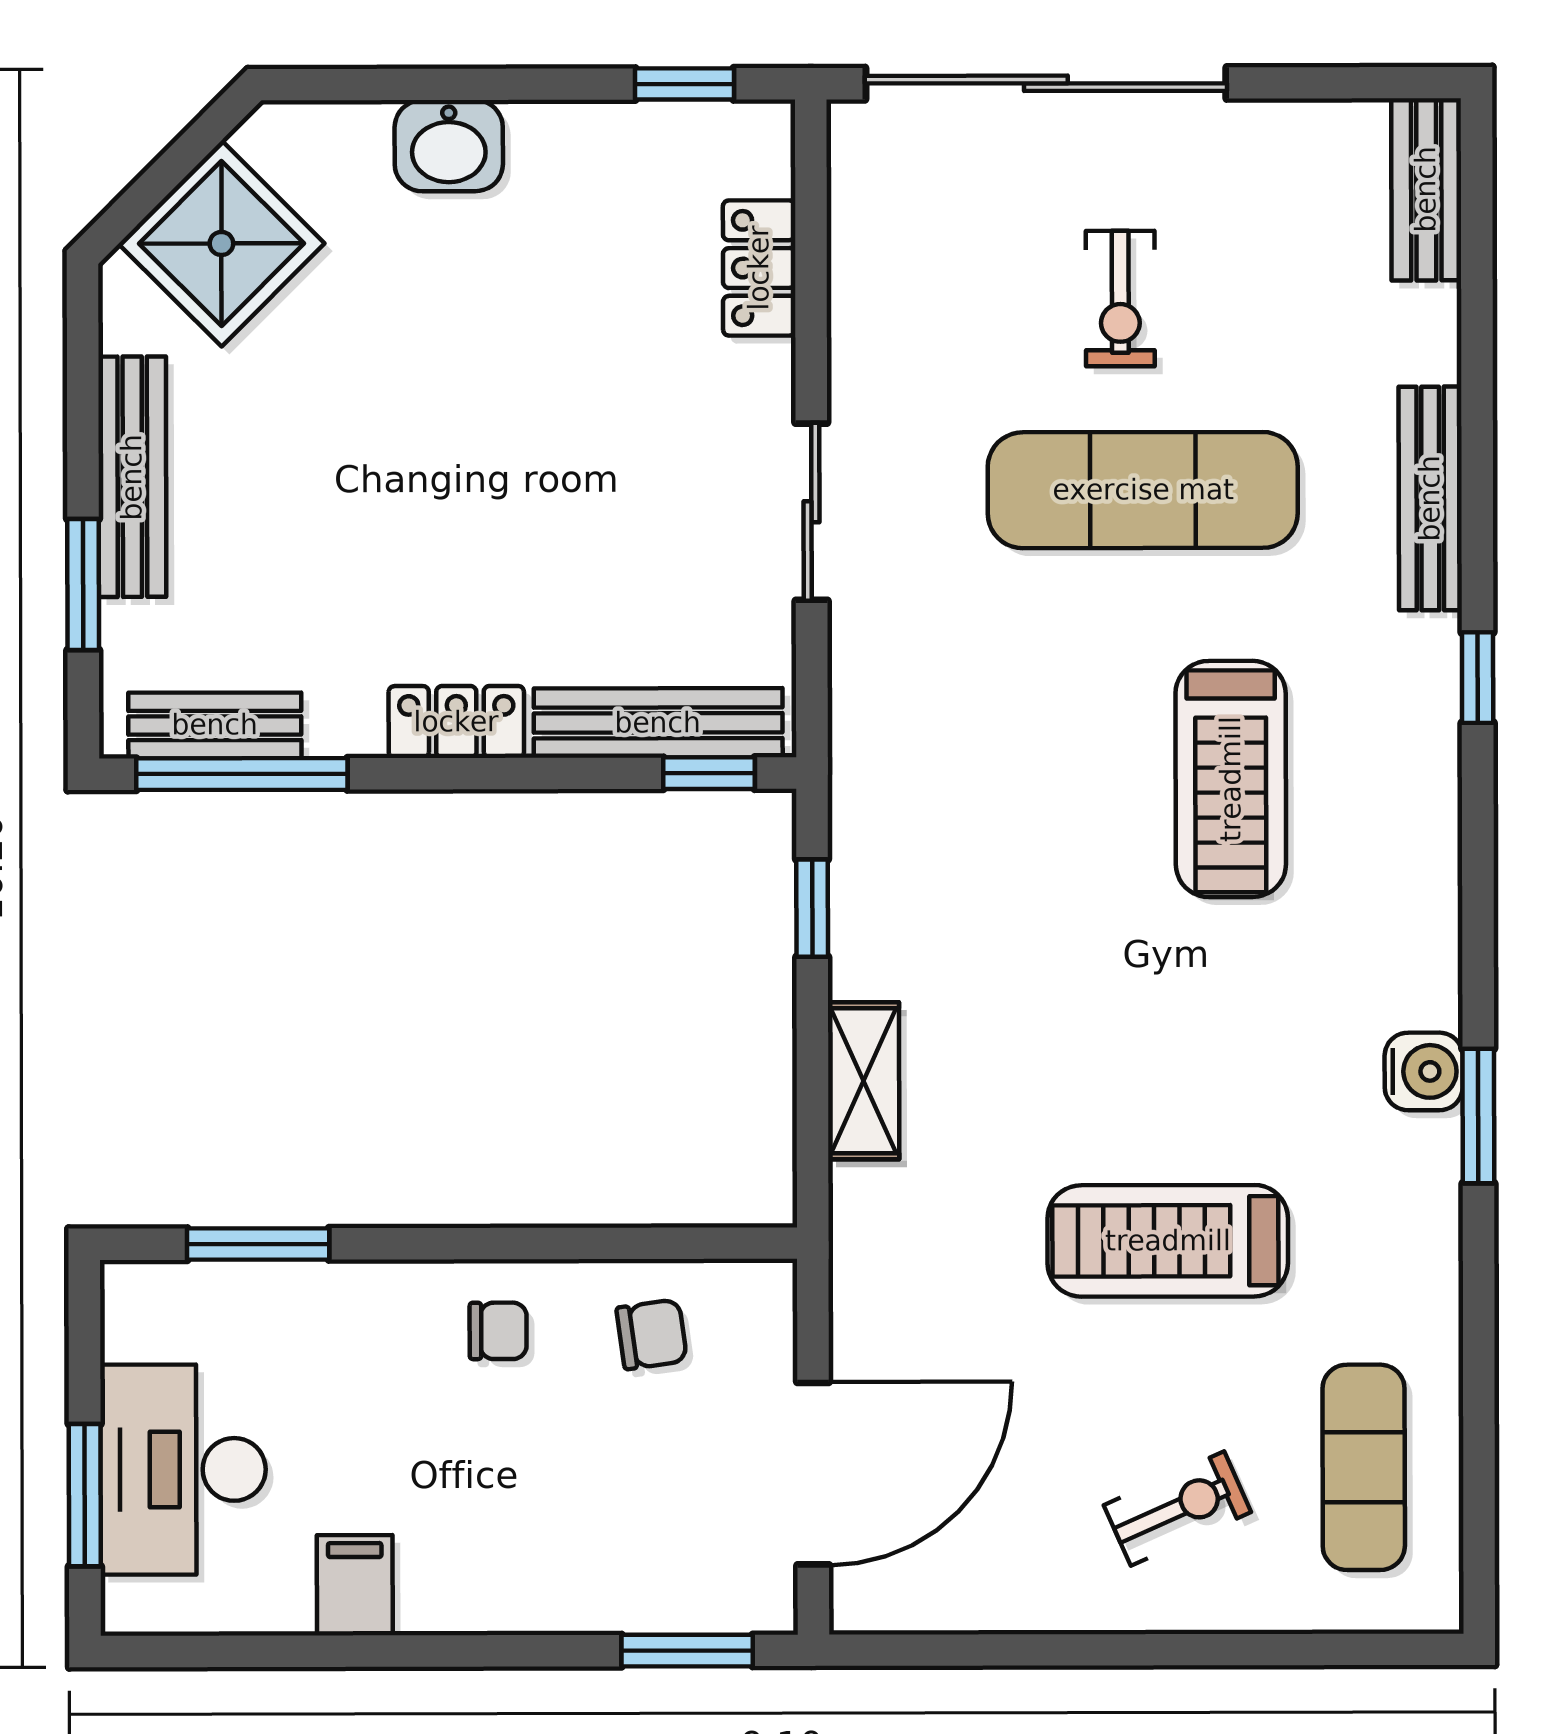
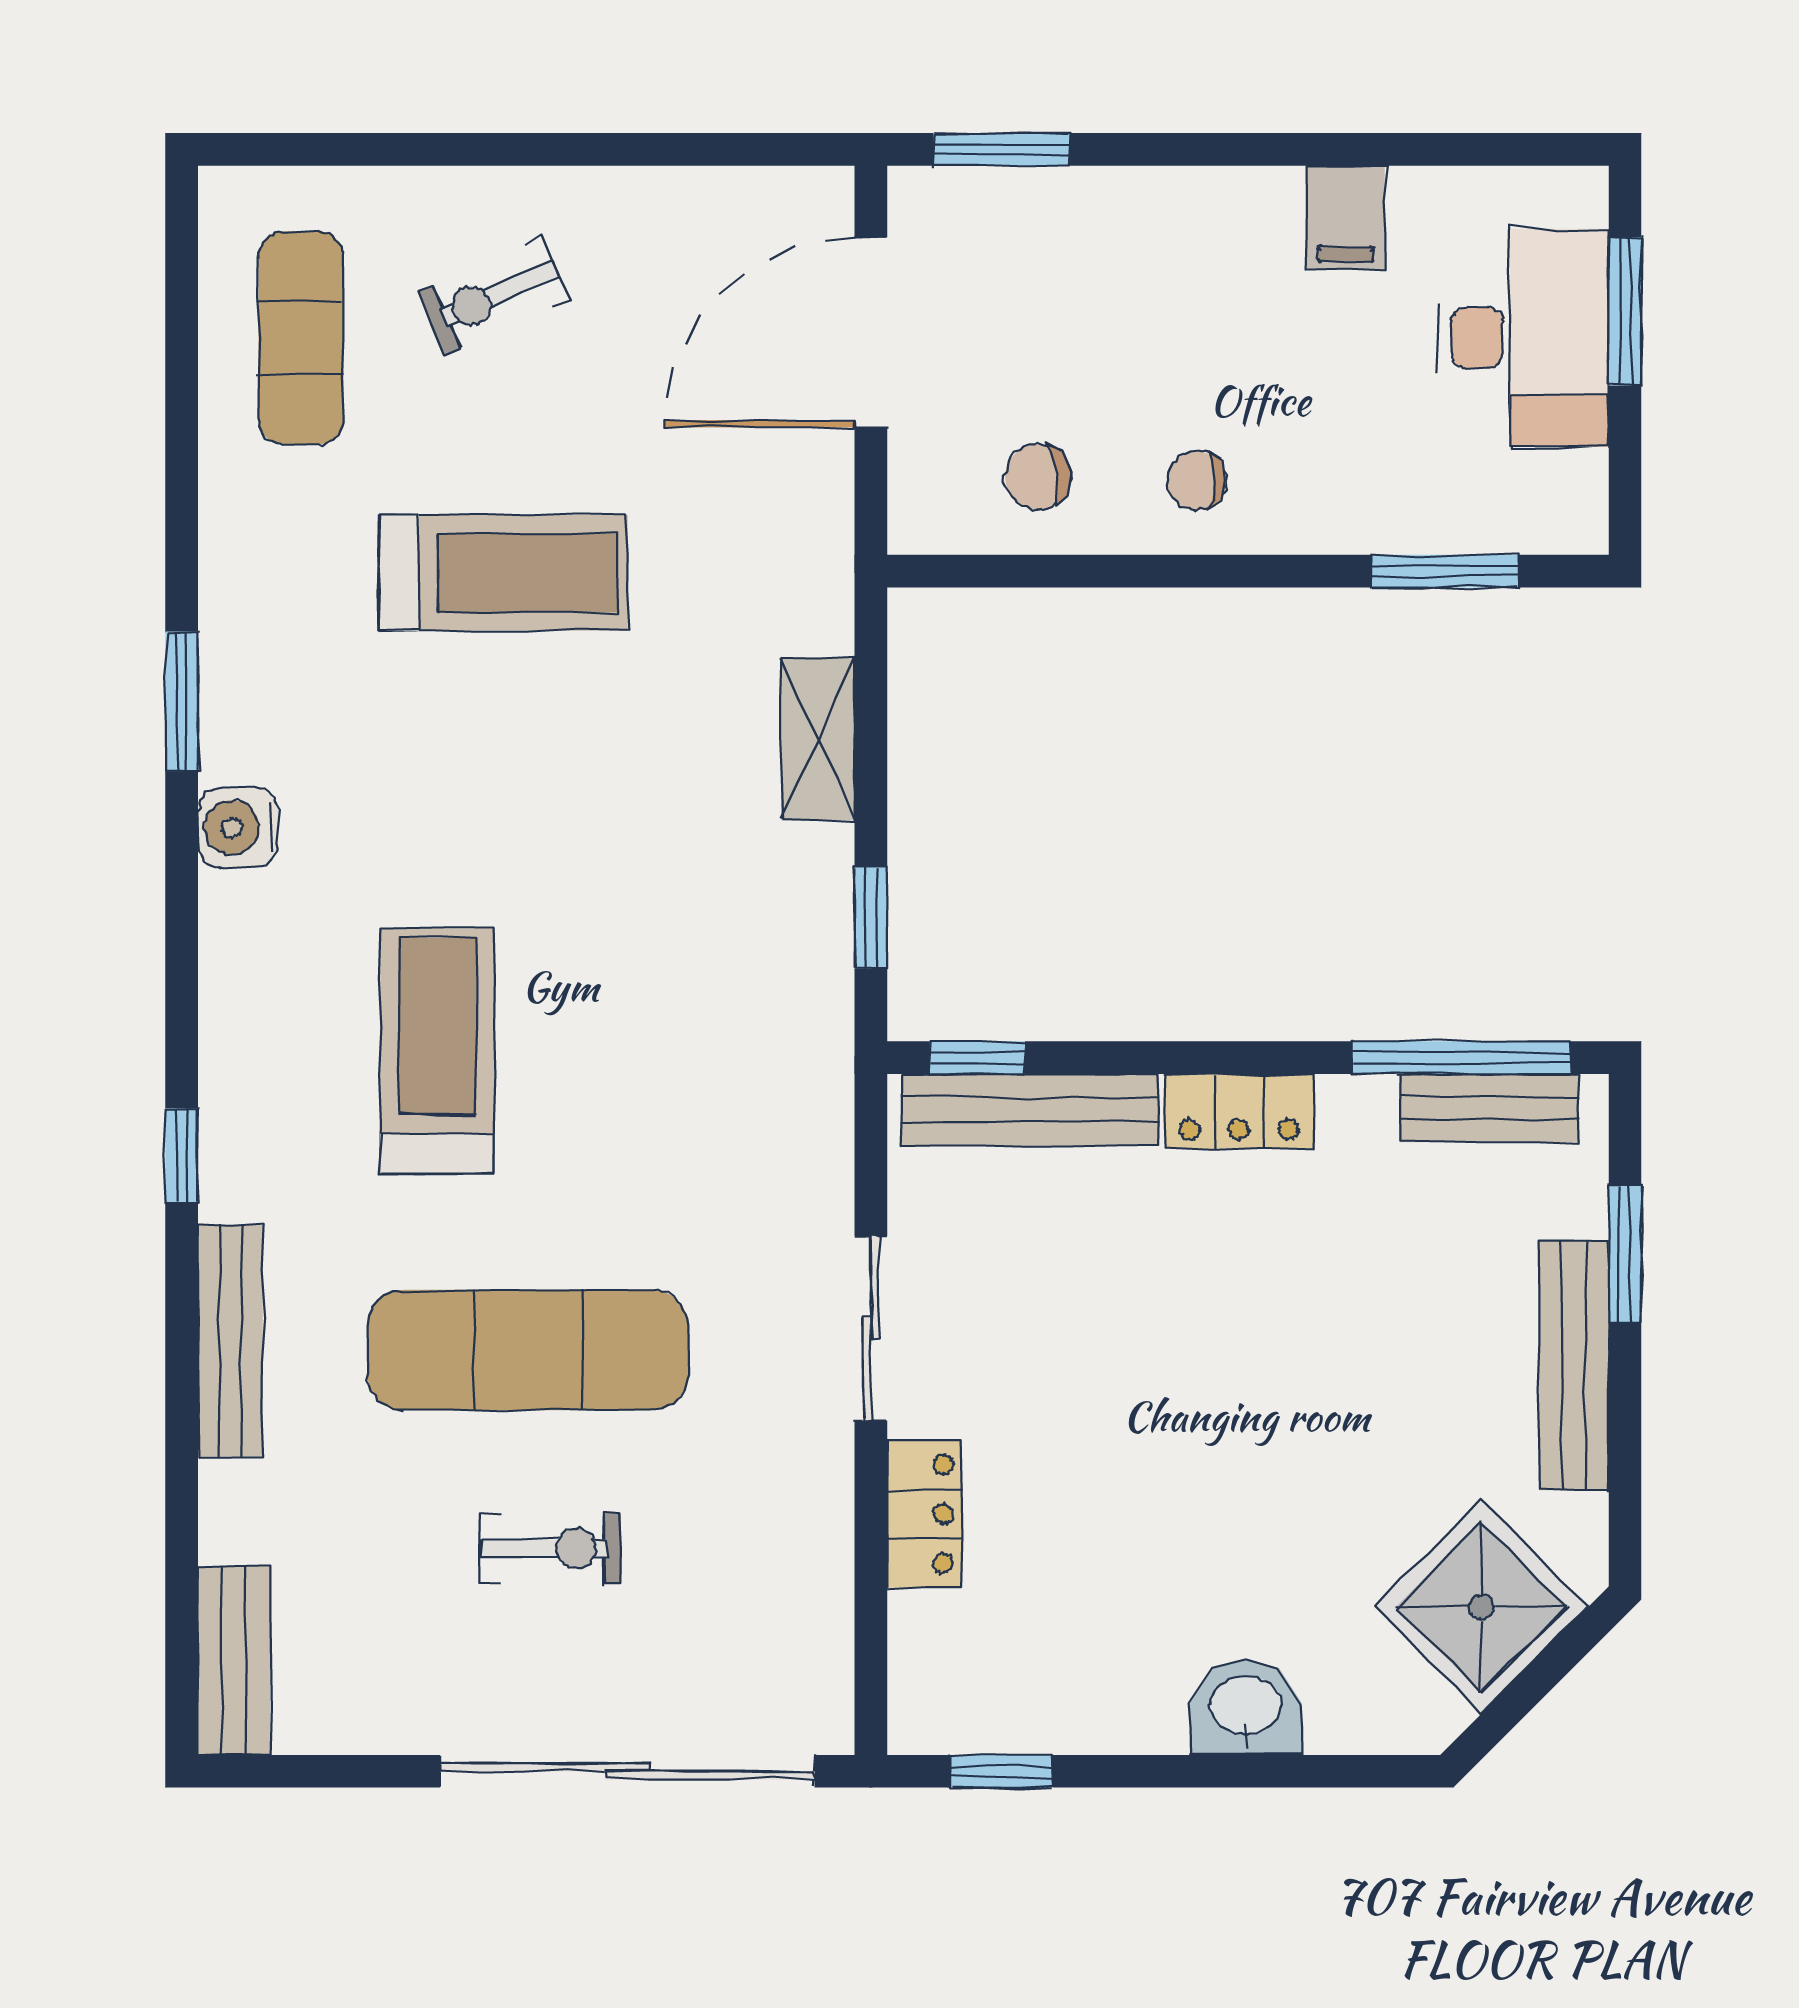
locker: (759, 268) -> (924, 1514), moved
exercise bike: (1120, 299) -> (551, 1548), turned 90
water cooler: (1424, 1071) -> (238, 828), moved

